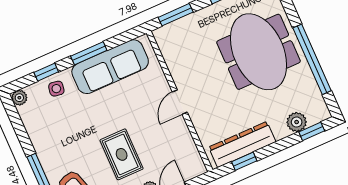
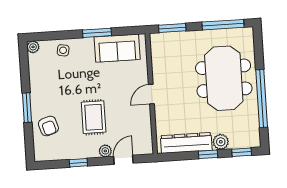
sofa: (110, 67) -> (117, 48), width x0.73
window: (46, 72) -> (60, 35), removed
plant: (297, 122) -> (221, 142), moved
window: (244, 161) -> (208, 154), moved

